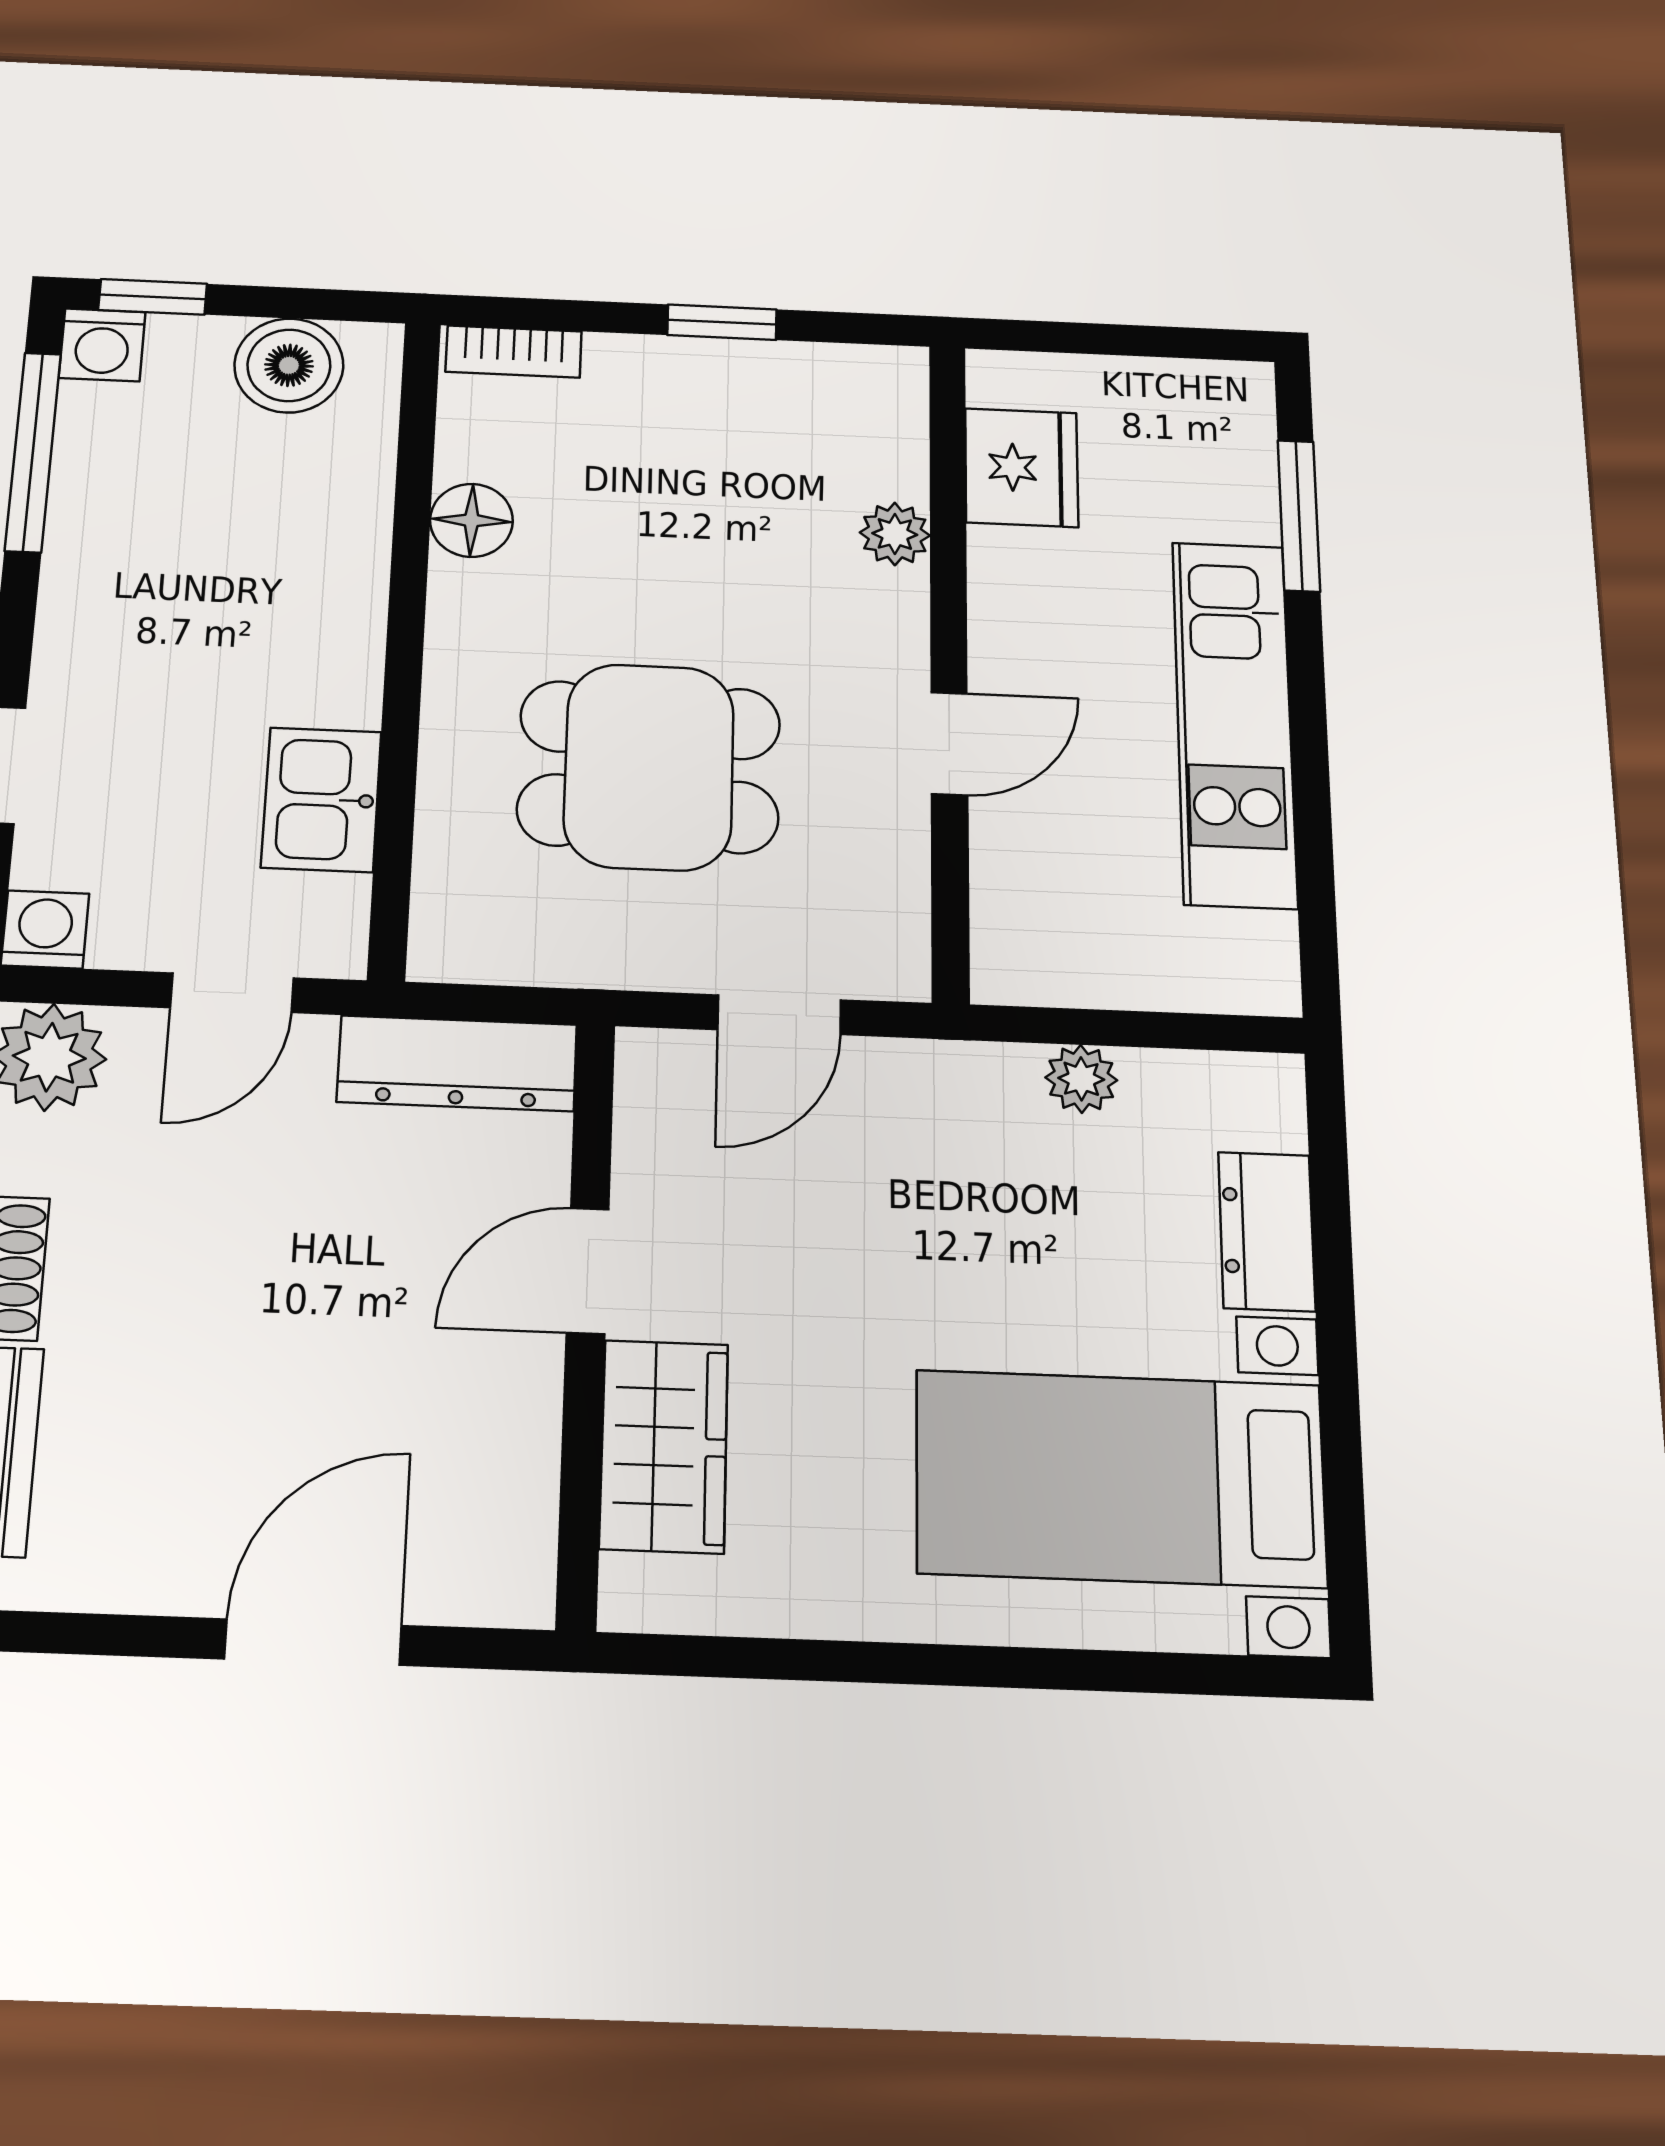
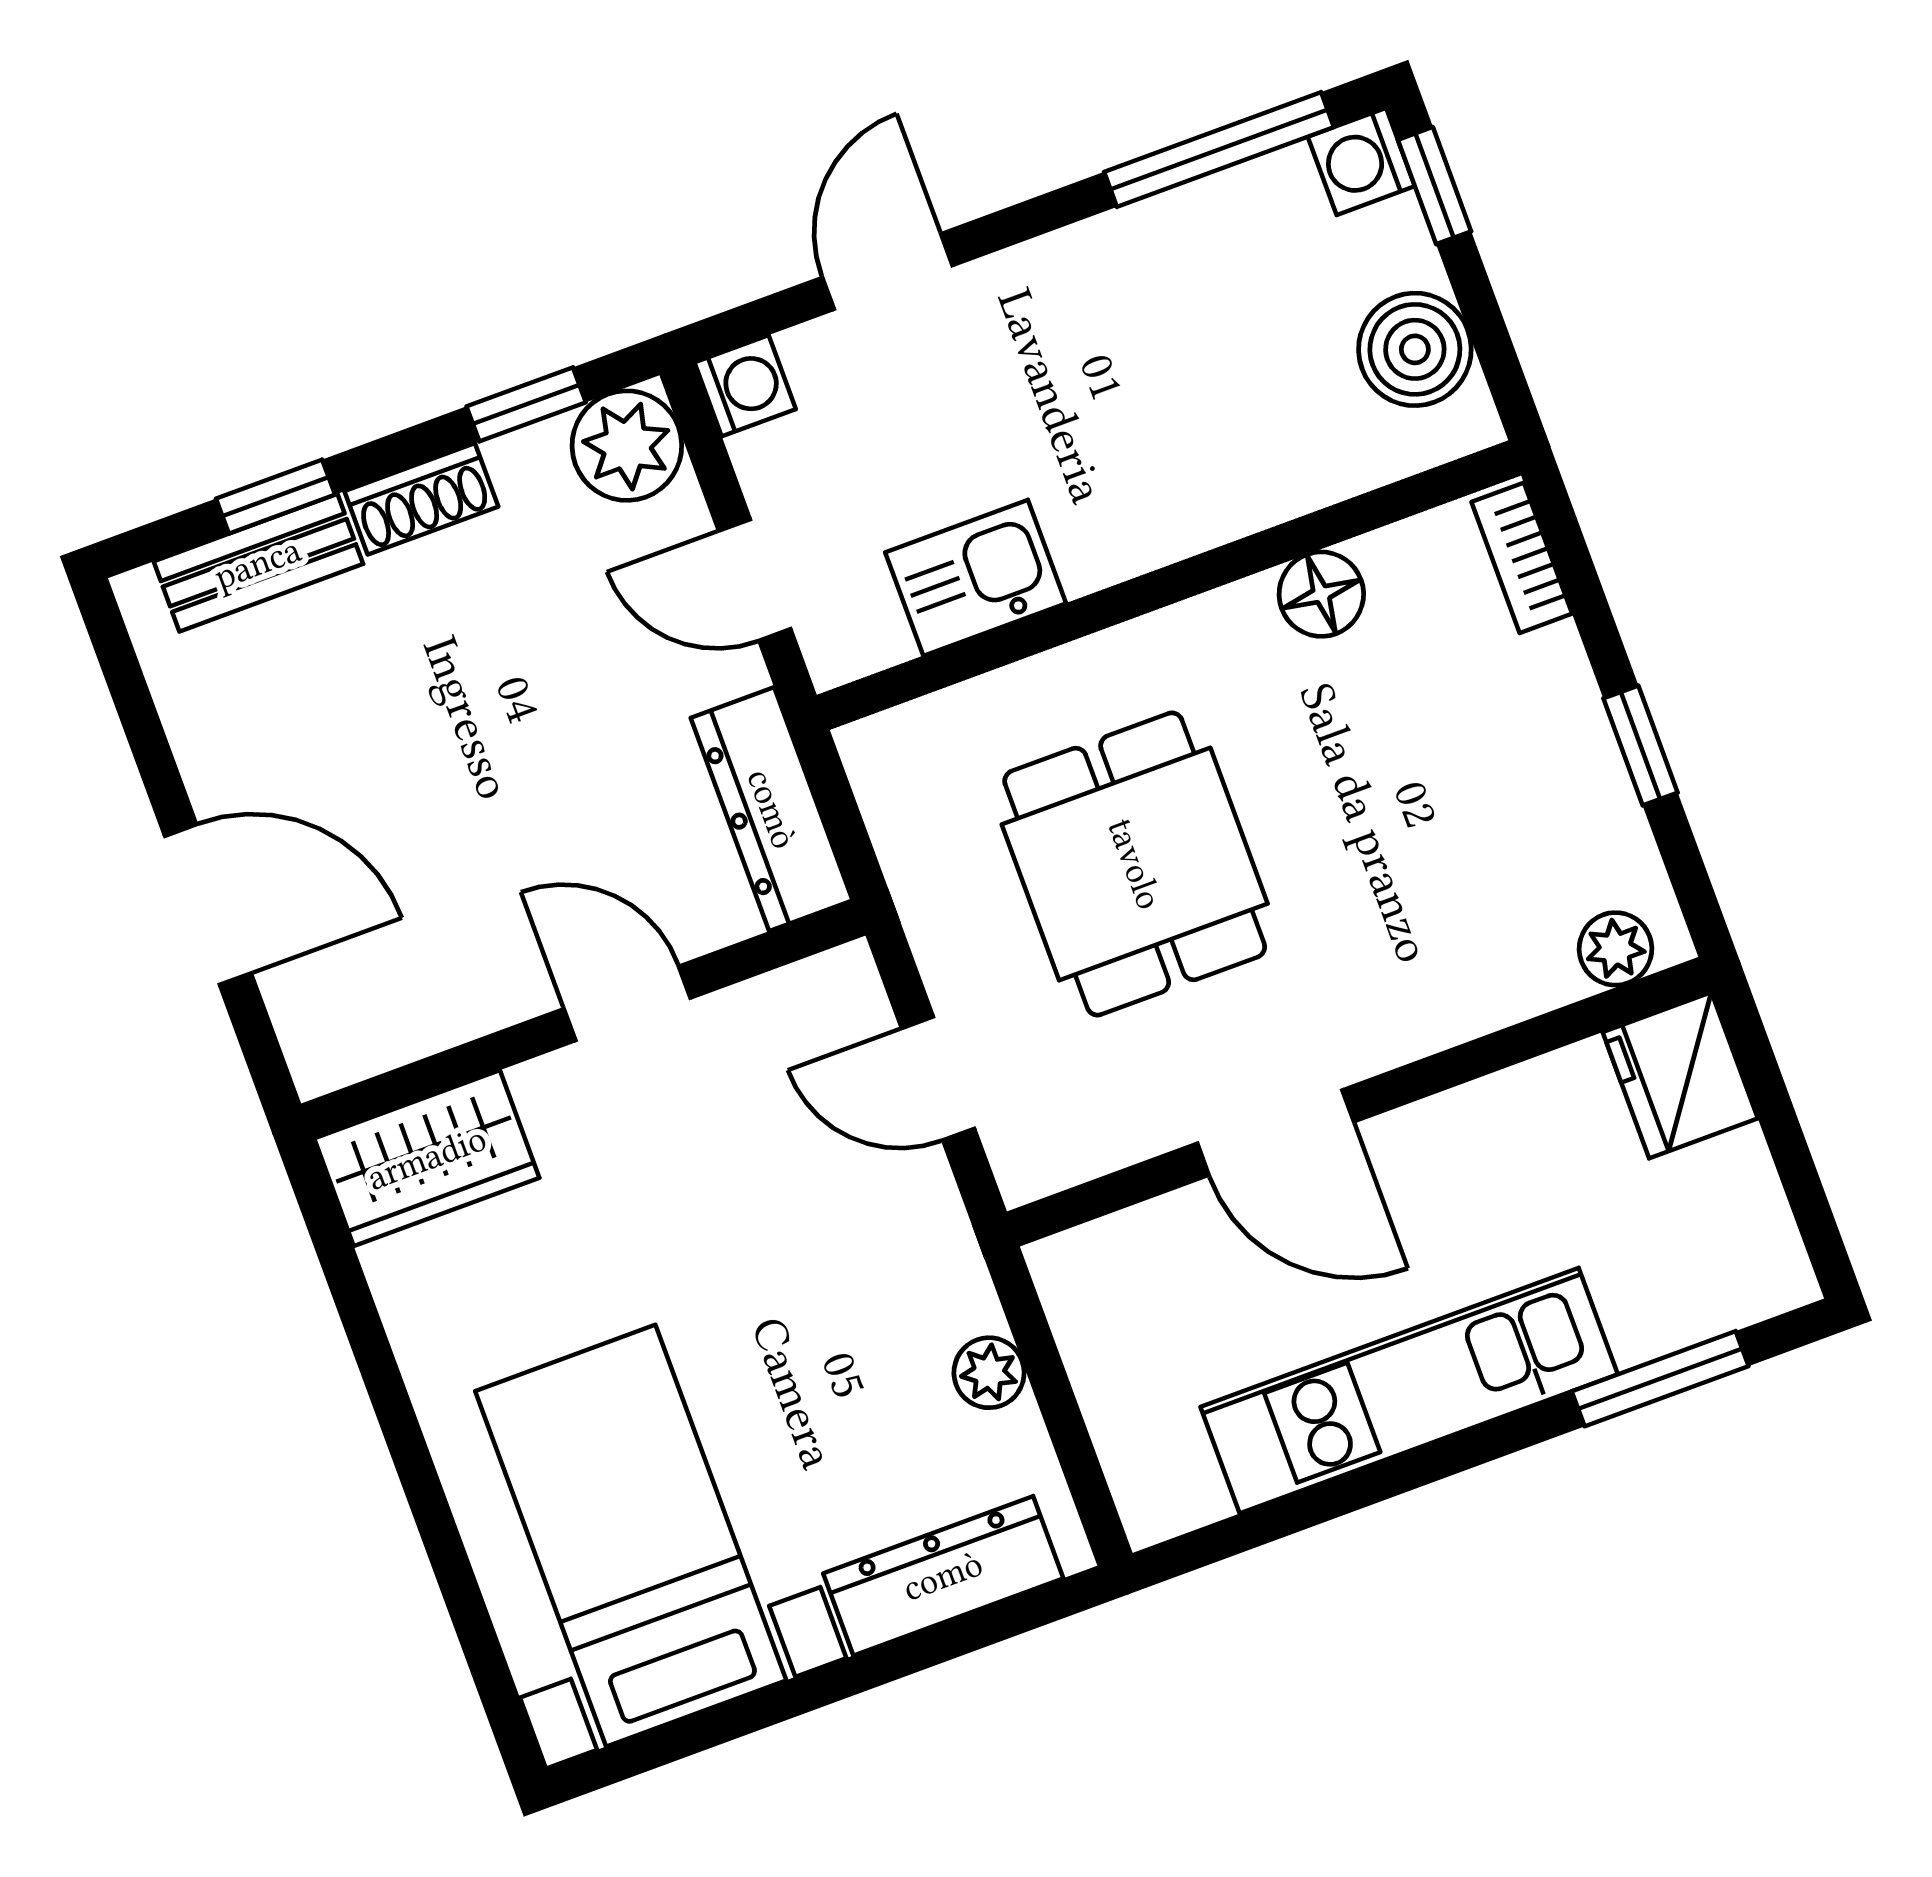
fridge: (1022, 468) -> (1680, 1075), moved, turned 90
plant: (895, 534) -> (1615, 949), moved
door: (949, 743) -> (1276, 1133), width x1.37
dresser: (1267, 1231) -> (943, 1576), width x1.44
wardrobe: (664, 1446) -> (427, 1158), moved

